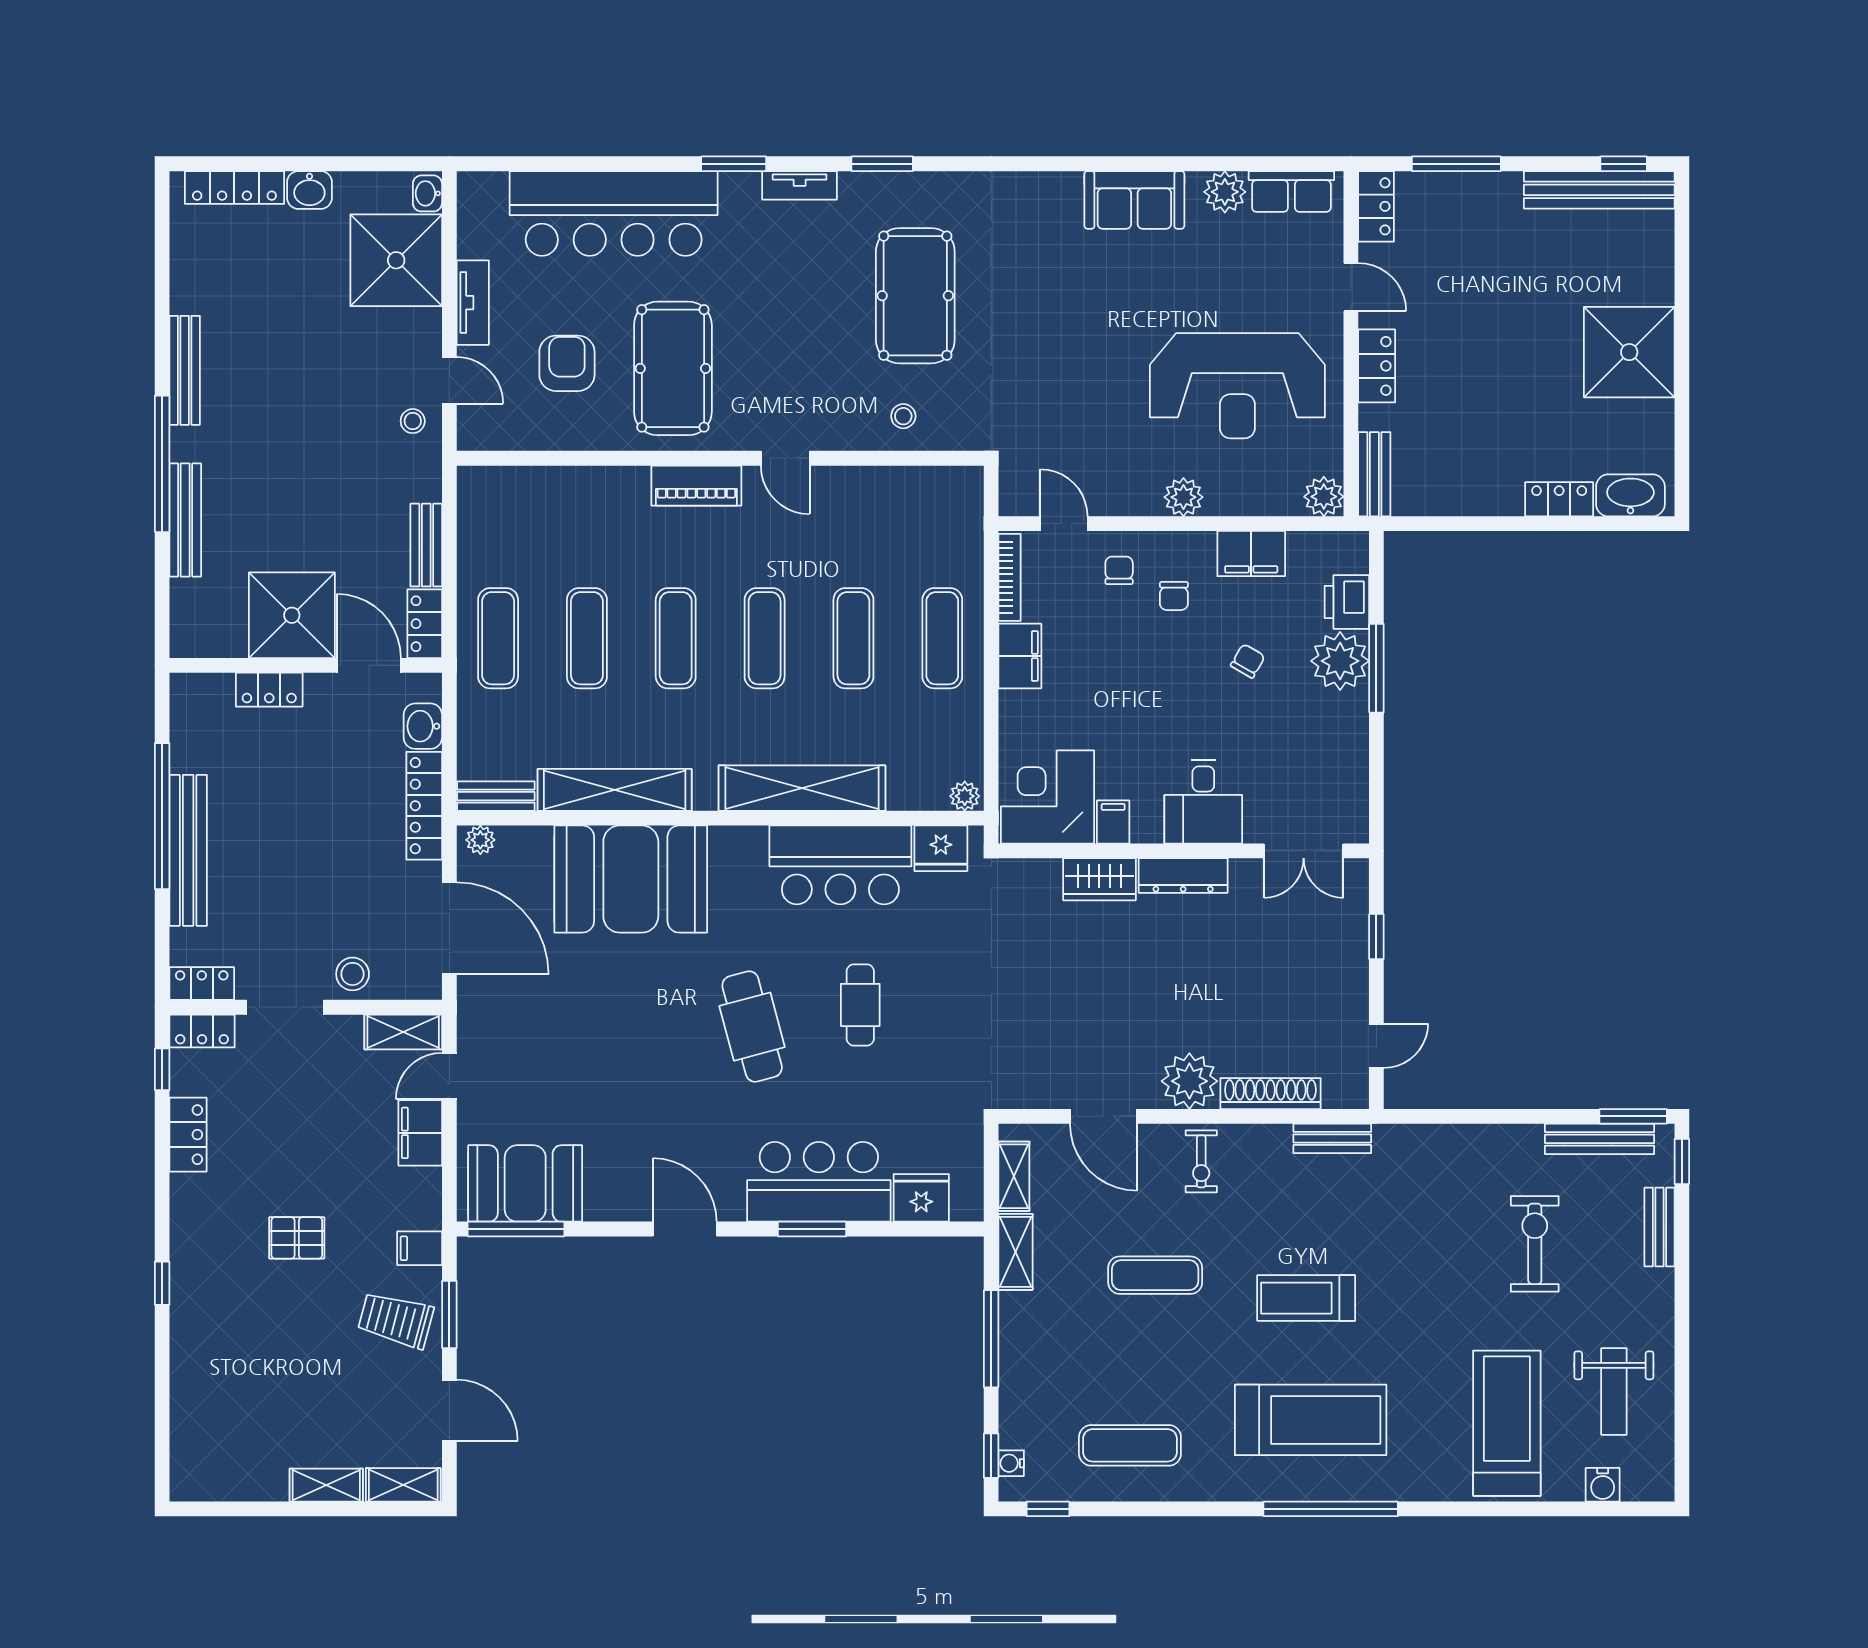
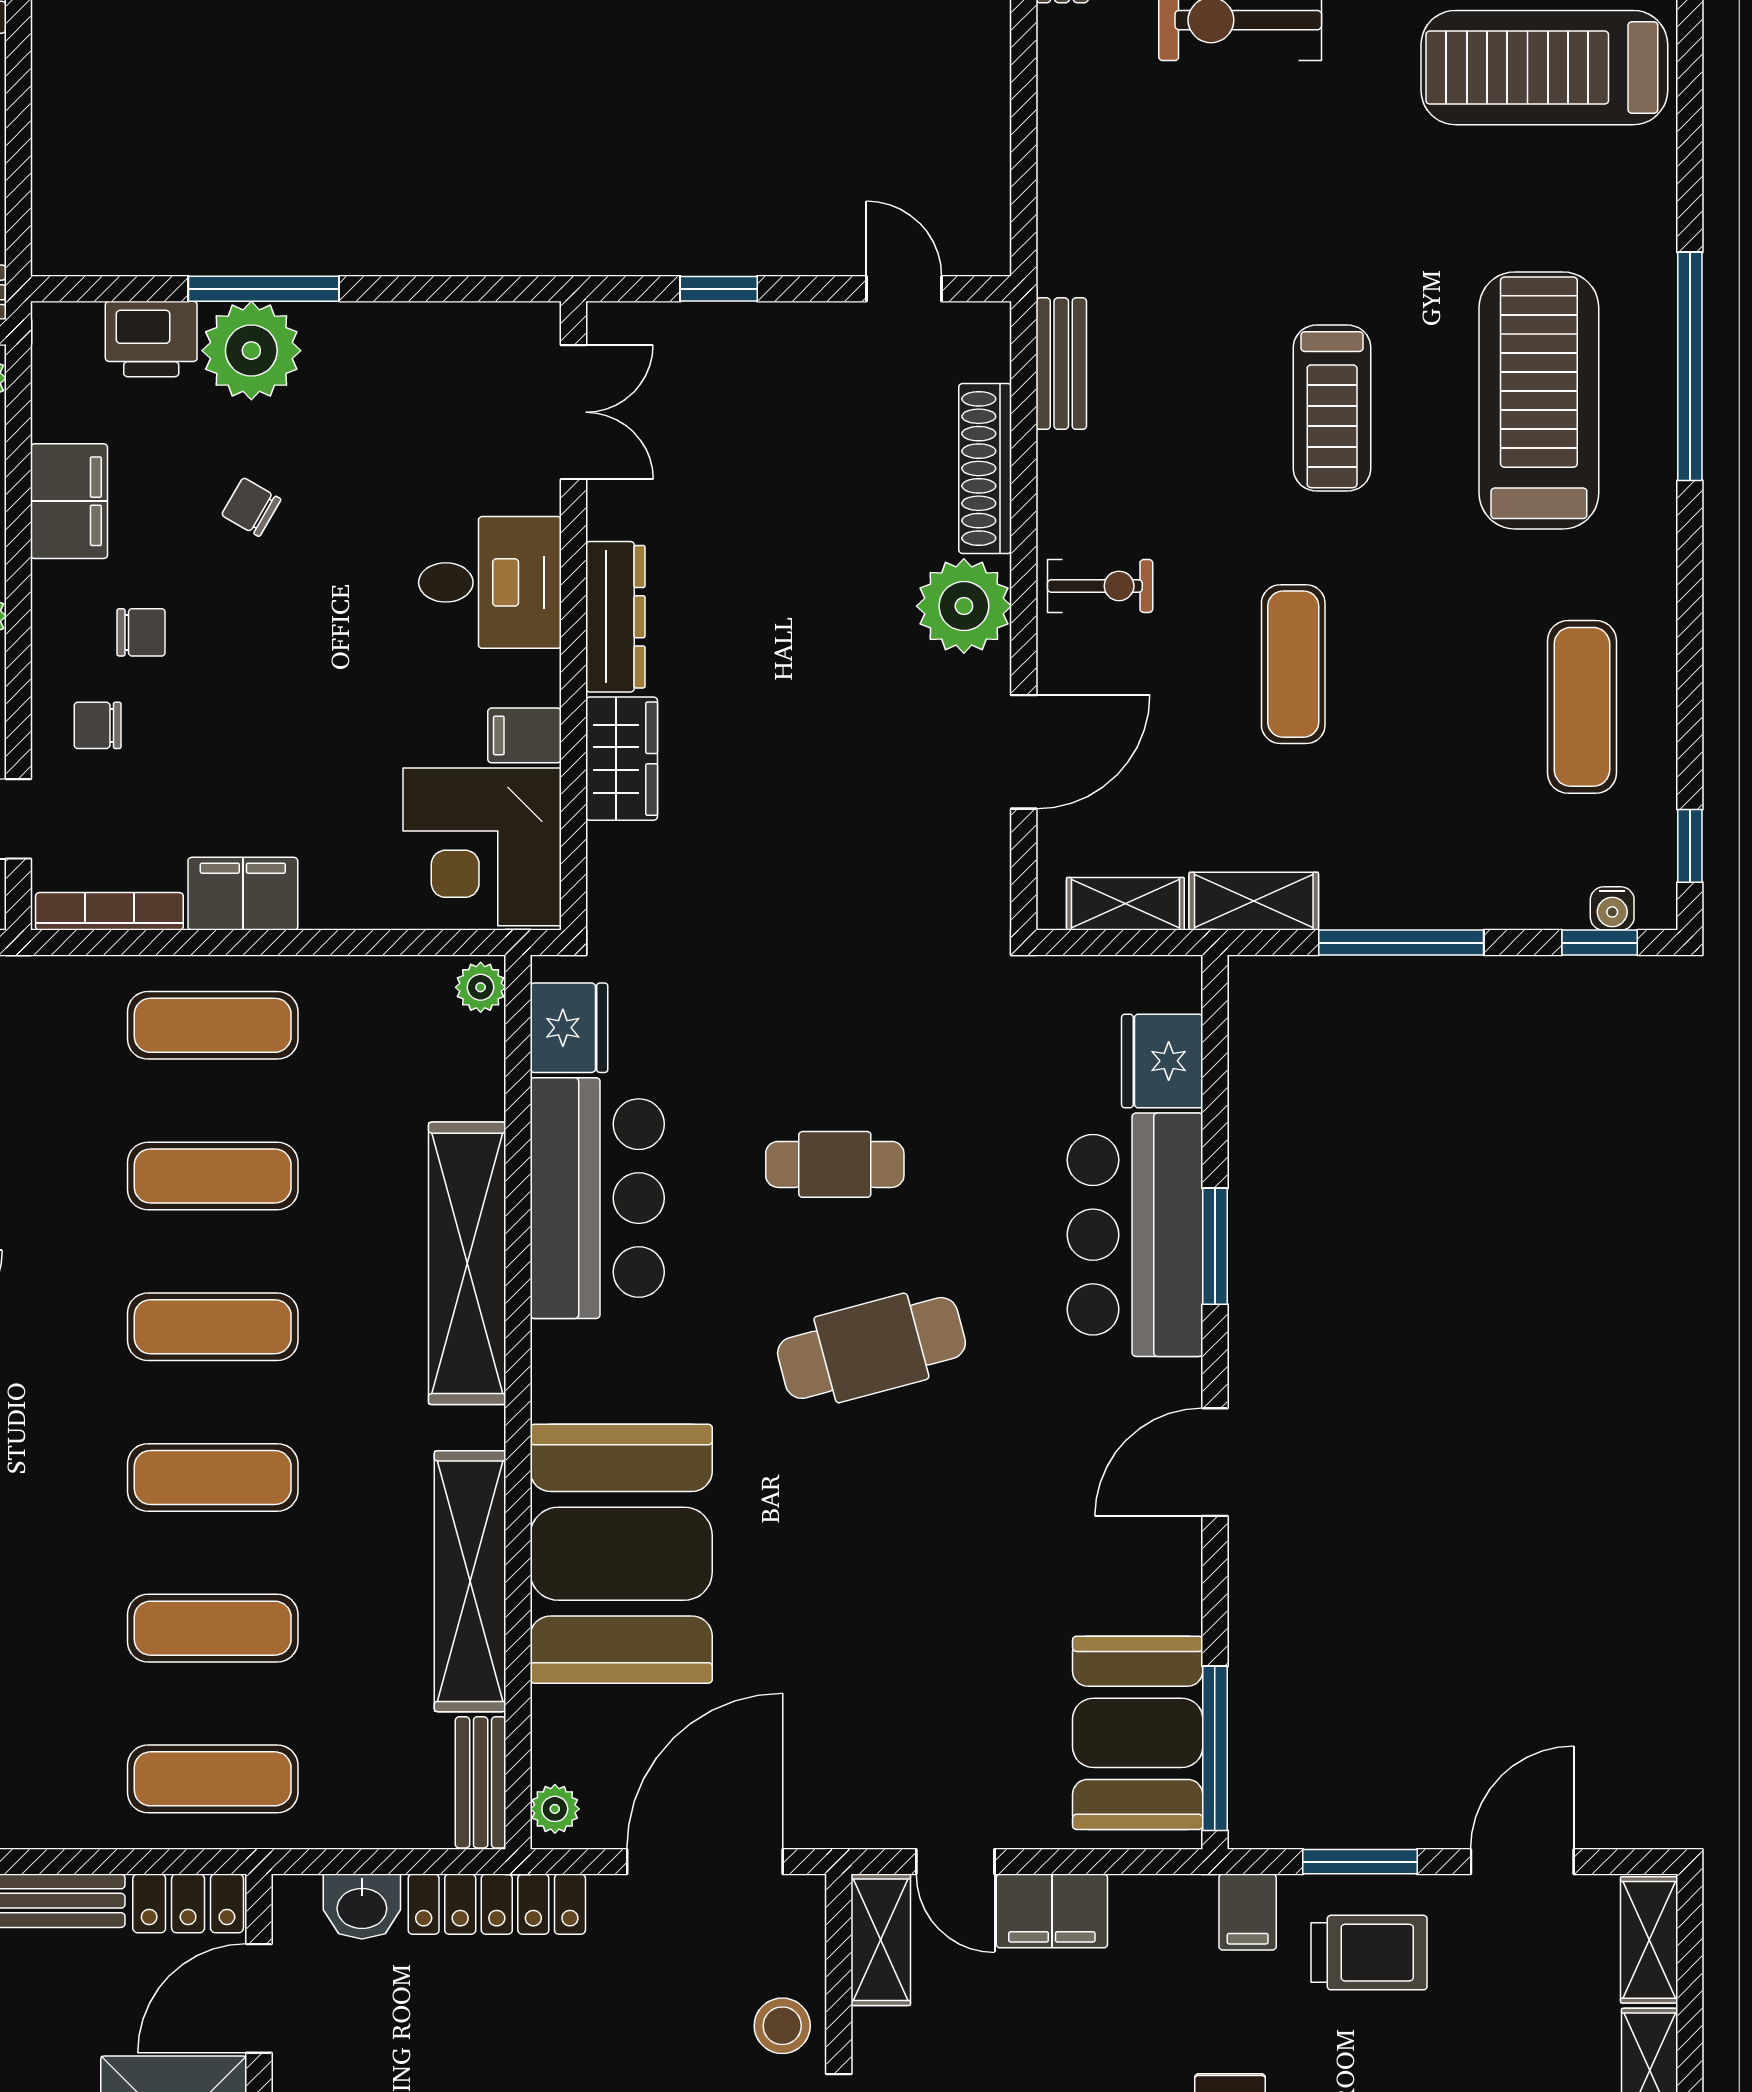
trolley: (396, 1320) -> (1369, 1953), turned -105

